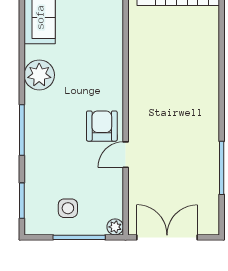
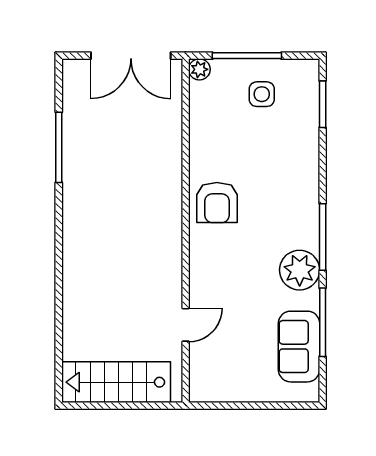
window: (22, 35) -> (323, 322), added
window: (22, 130) -> (323, 237), moved
door: (126, 155) -> (186, 325), moved

